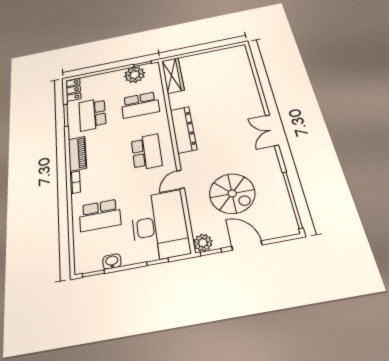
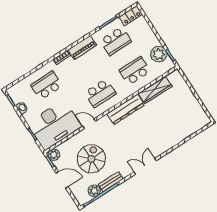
wardrobe: (173, 75) -> (155, 90), moved
school desk: (140, 105) -> (135, 71), turned 90
school desk: (92, 114) -> (116, 41), turned 180
bench: (277, 179) -> (111, 182), added
spiral stairs: (232, 193) -> (91, 159), turned 180
plant: (282, 206) -> (94, 191), added
school desk: (100, 215) -> (47, 85), turned 90
door: (247, 246) -> (62, 180), hinge flipped

